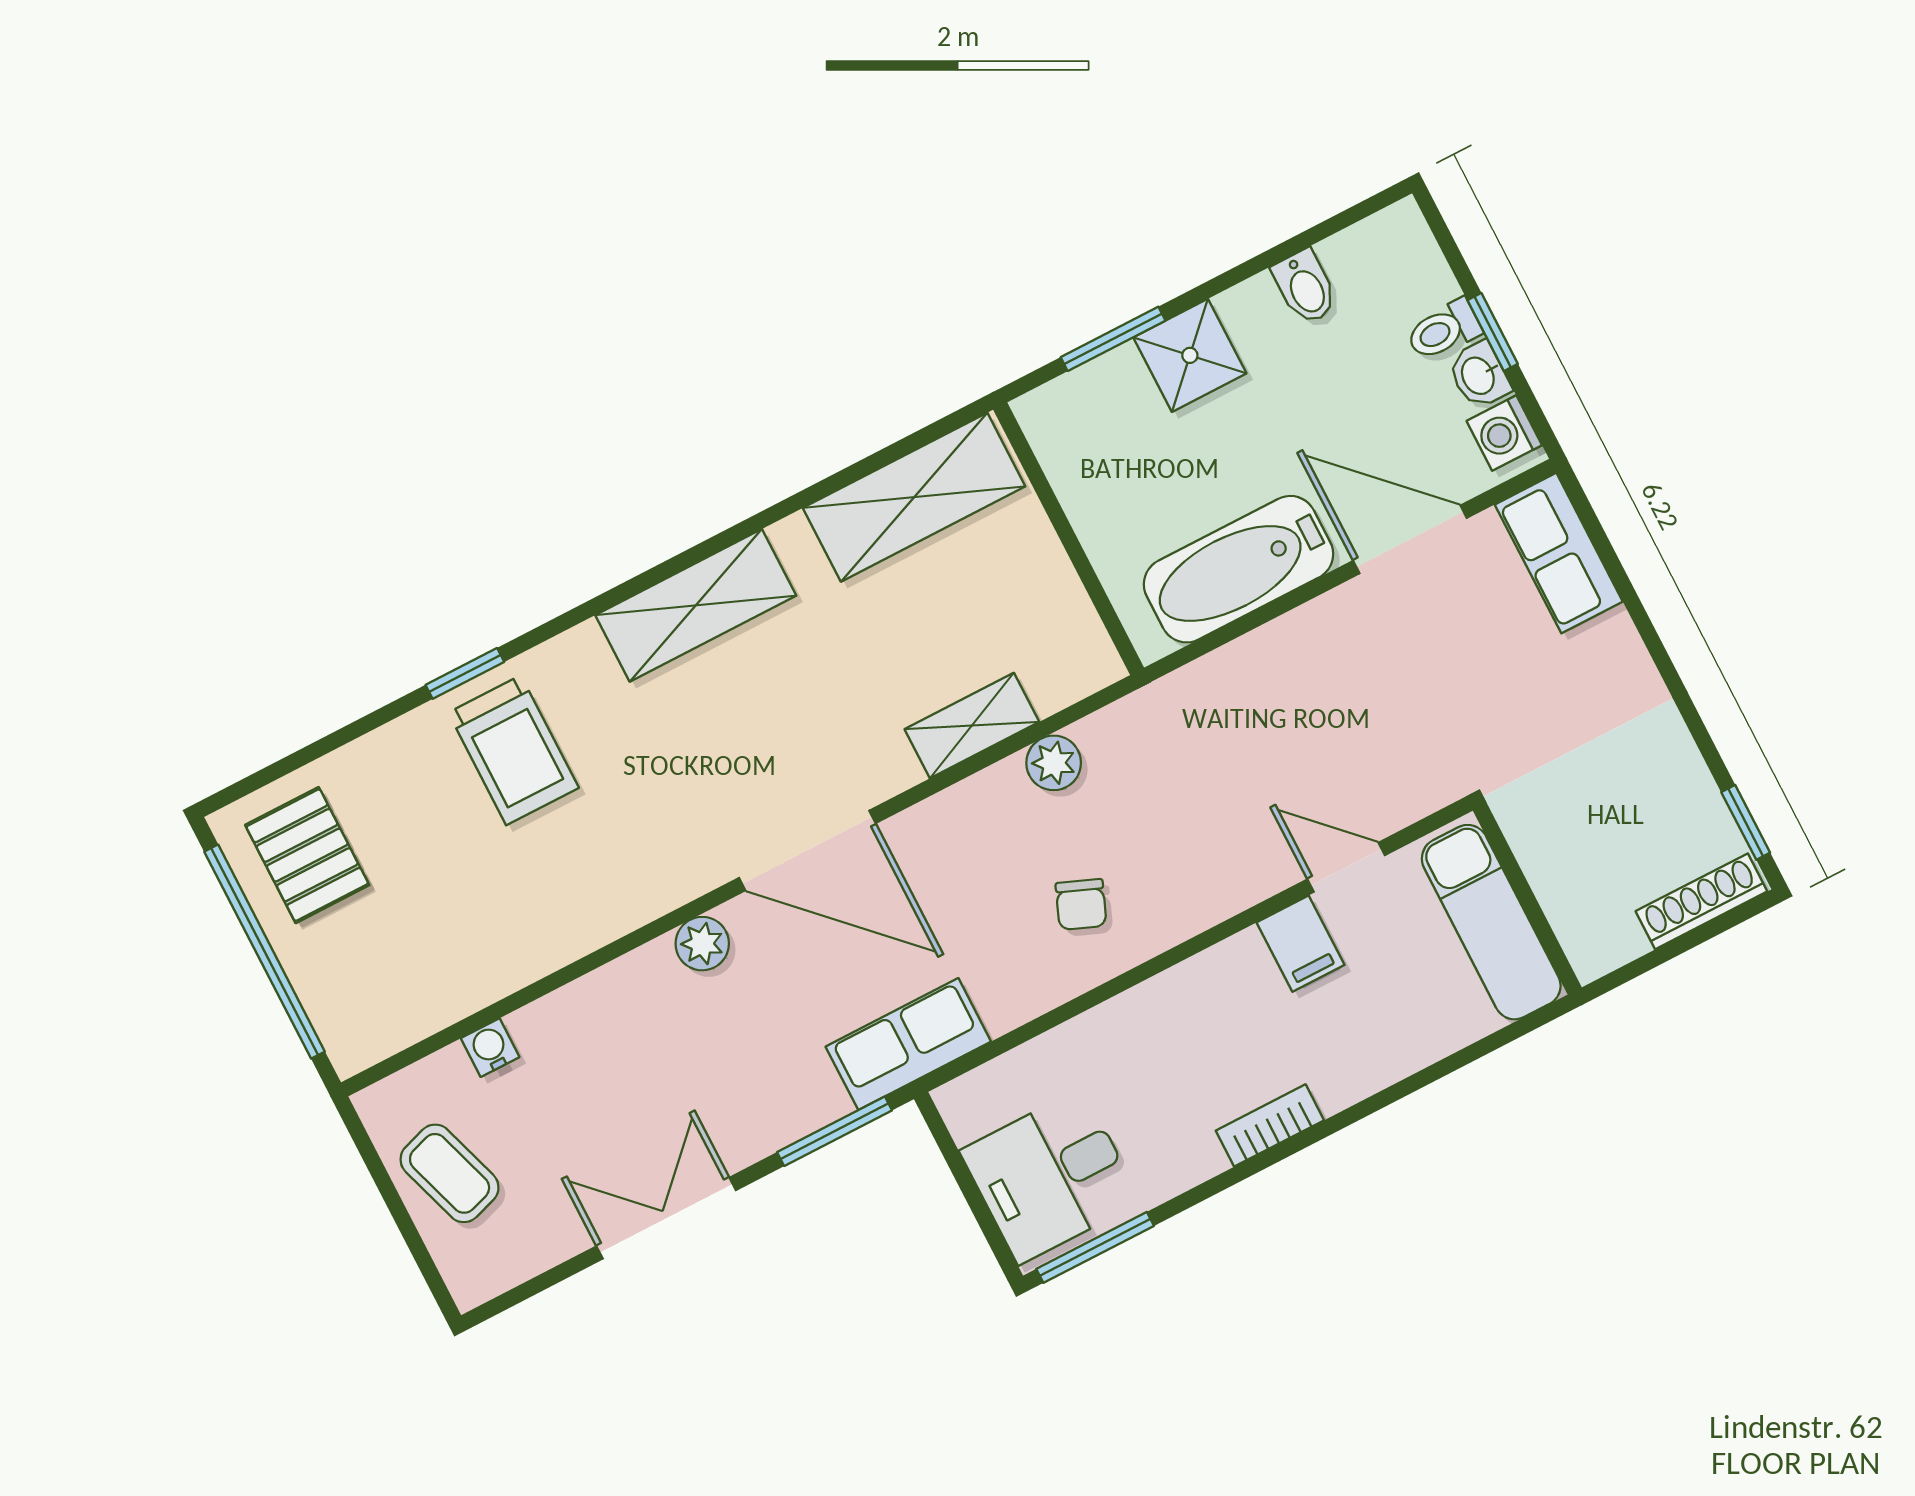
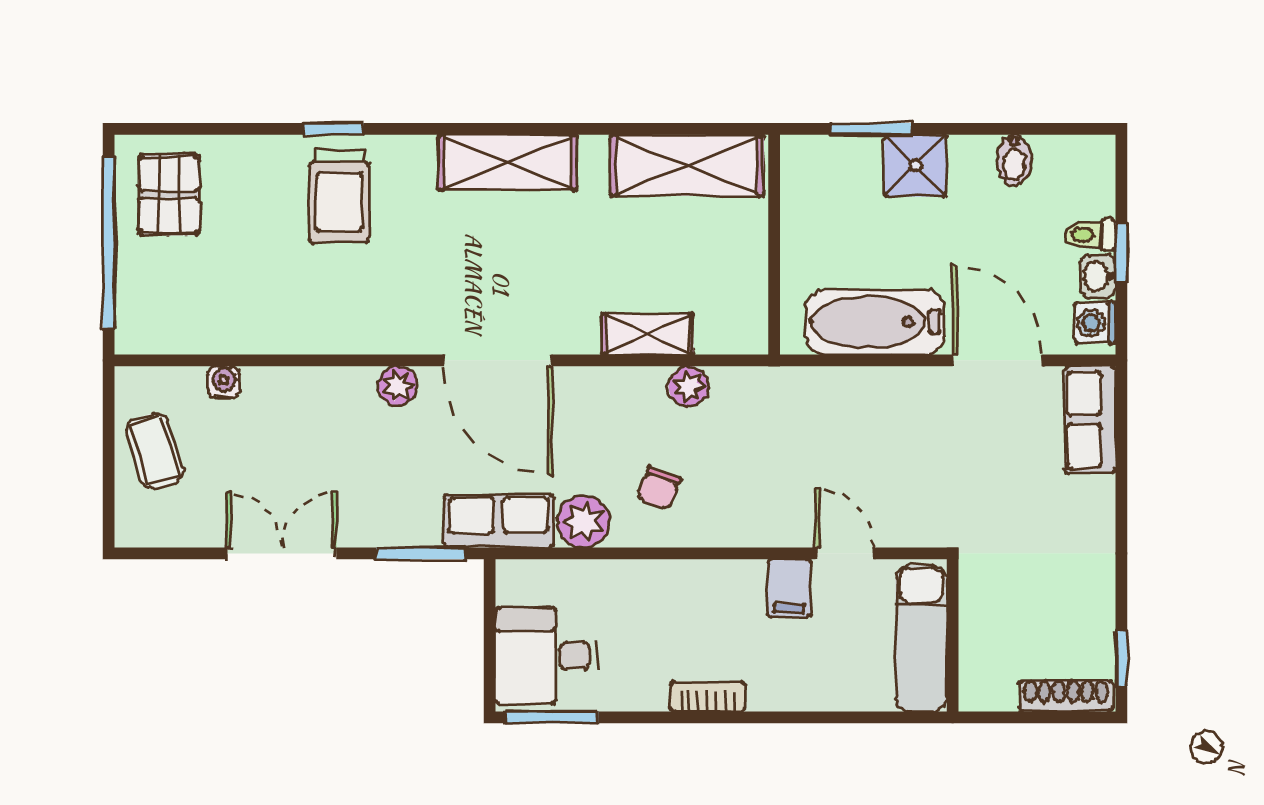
plant: (1011, 991) -> (584, 522), added

